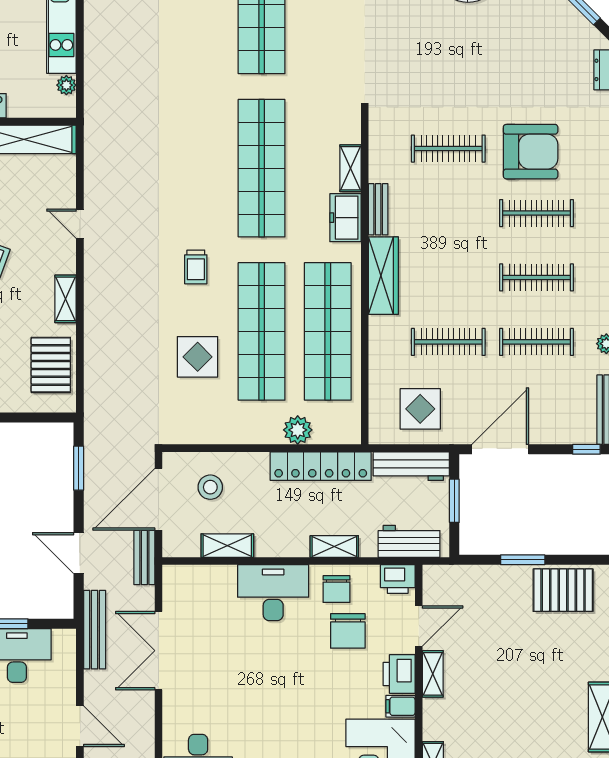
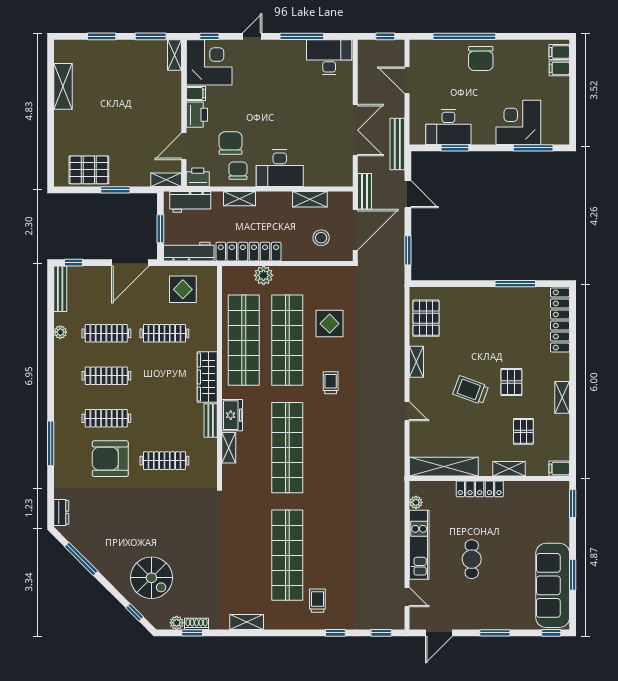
shelving: (433, 674) -> (166, 180), moved, turned 90

